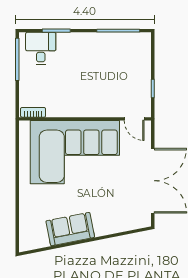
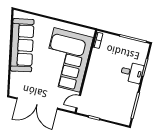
desk: (41, 48) -> (132, 72), moved
sofa: (70, 229) -> (22, 45), width x1.85, depth x1.27

